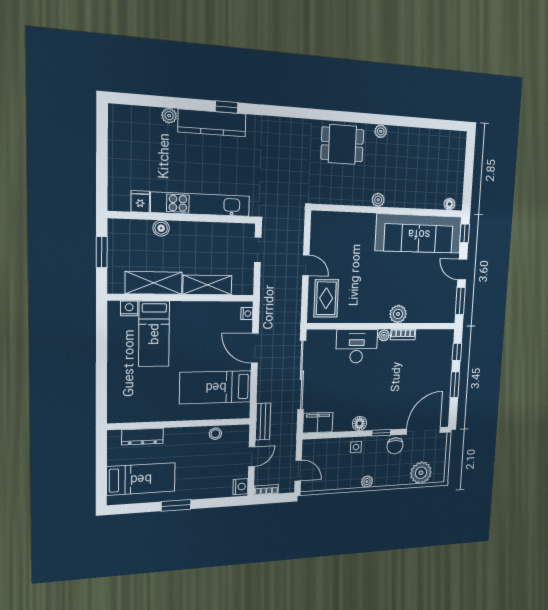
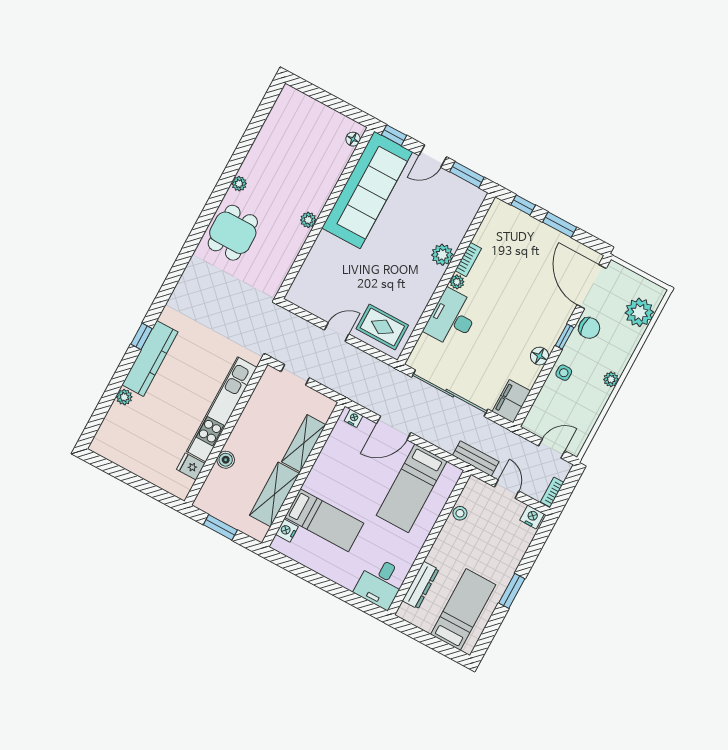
desk: (127, 405) -> (380, 583), added

